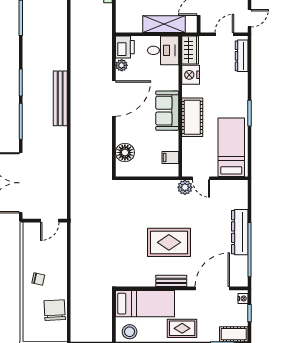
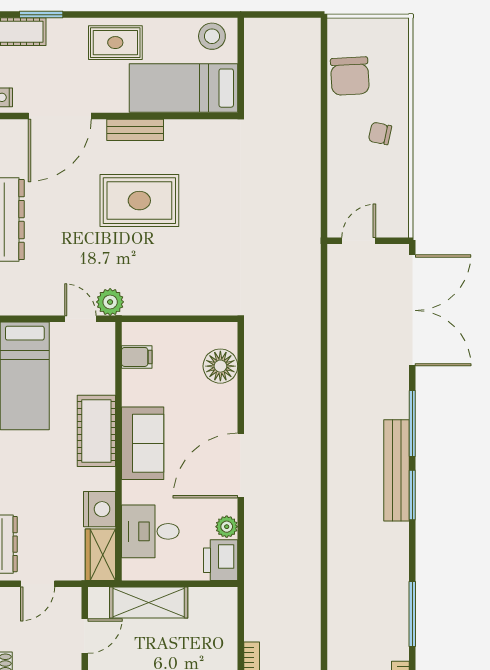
desk: (163, 50) -> (150, 531), moved
bench: (60, 98) -> (397, 470), moved

